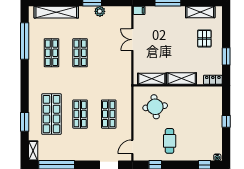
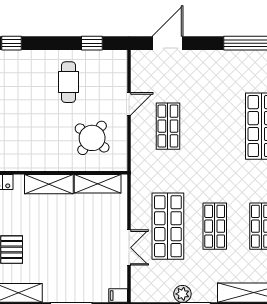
round table: (155, 107) -> (92, 138), turned 45
shop shelf: (80, 114) -> (168, 226), moved, width x1.43, depth x1.36
door: (132, 147) -> (129, 104), moved

